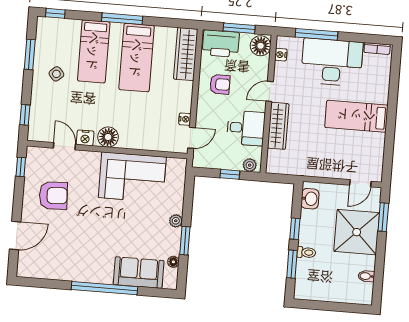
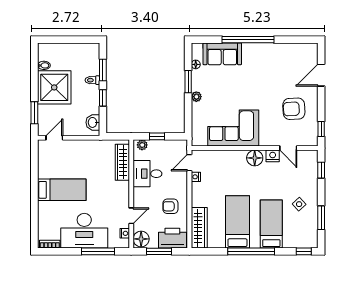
window: (122, 19) -> (251, 251), width x1.46
door: (270, 91) -> (131, 216), moved
wardrobe: (278, 126) -> (122, 162), moved
shower: (357, 232) -> (54, 87), moved

